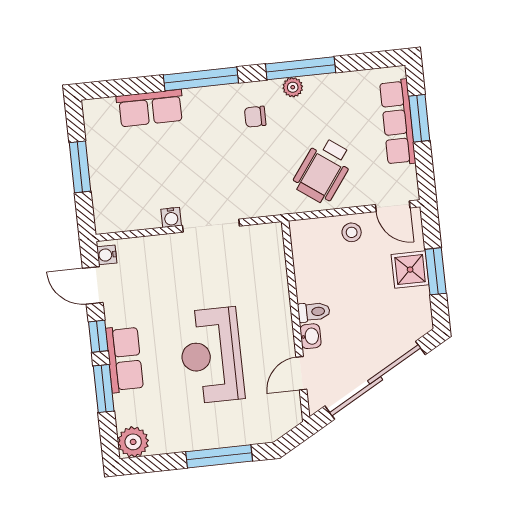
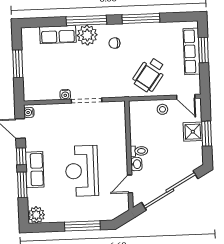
plant: (293, 87) -> (87, 35), moved, width x1.87, depth x1.87

